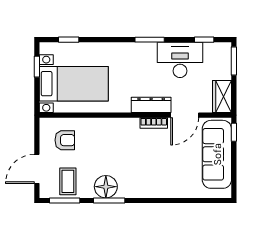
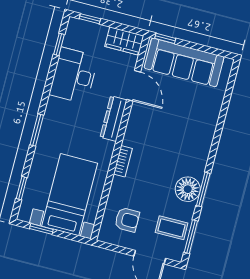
window: (150, 40) -> (37, 130), moved
window: (234, 61) -> (90, 19), width x0.67
bookcase: (154, 123) -> (123, 161), moved
armchair: (65, 140) -> (127, 220), turned 90

